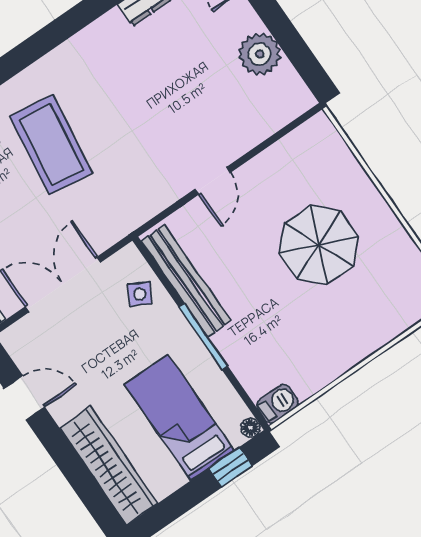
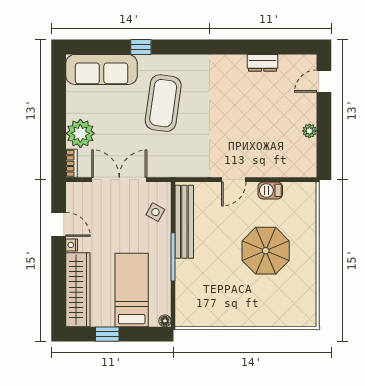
plant: (260, 54) -> (309, 131), width x0.53, depth x0.53
barbecue: (278, 404) -> (270, 190), moved, turned 180
nightstand: (60, 413) -> (72, 245), added
window: (230, 467) -> (107, 334), moved

